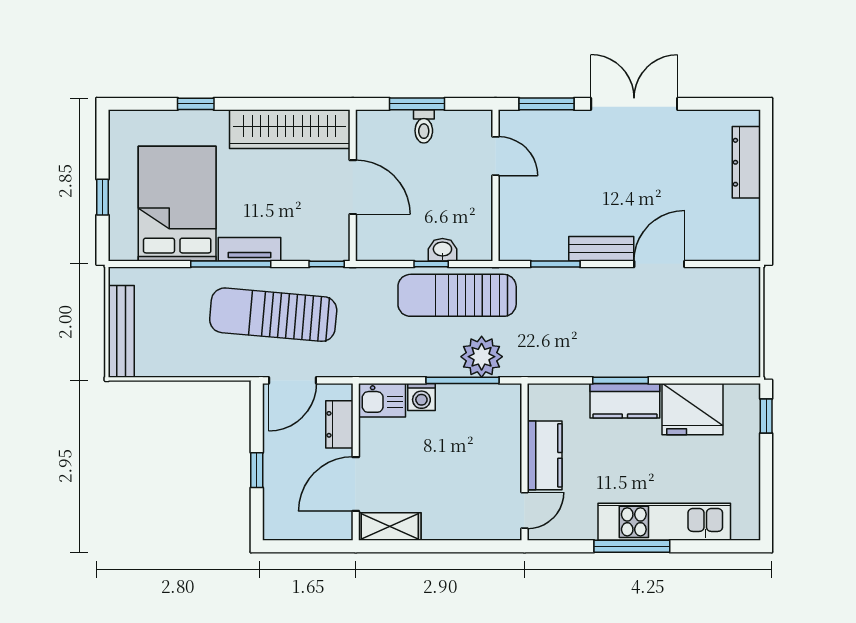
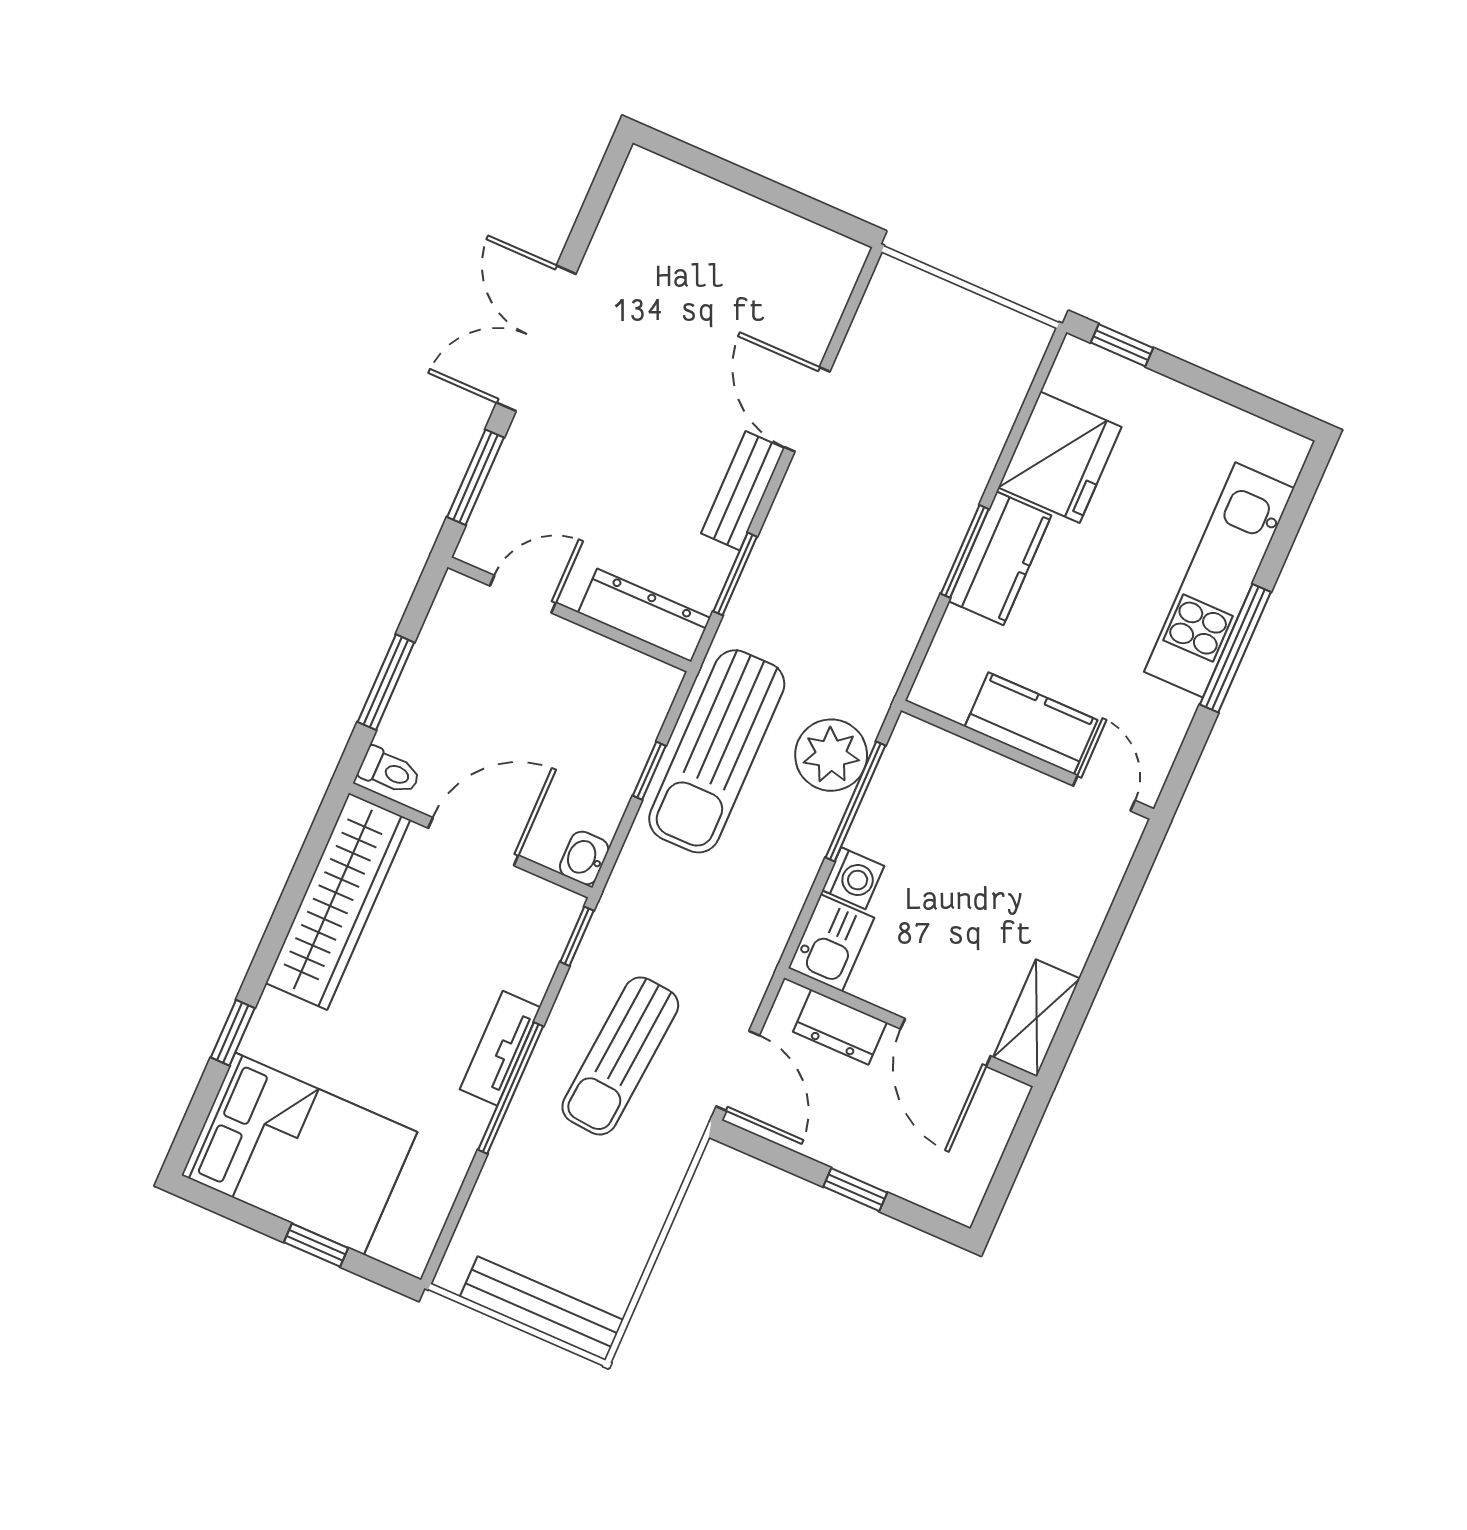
toilet: (424, 126) -> (390, 771), moved
dresser: (746, 162) -> (644, 615), moved, turned 180
bed: (177, 204) -> (299, 1154), moved, turned 180
washbasin: (442, 250) -> (584, 858), moved
sun lounger: (273, 315) -> (620, 1056), width x0.73, depth x0.75

